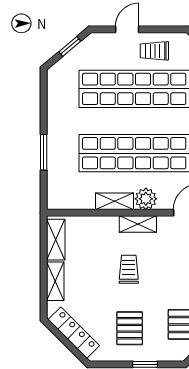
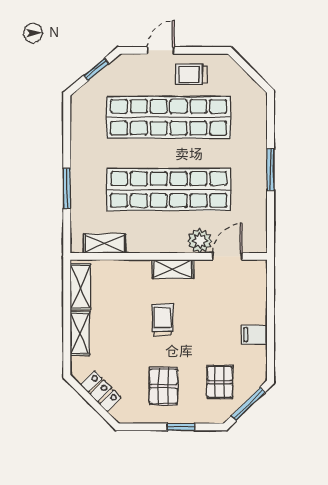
plant: (146, 199) -> (200, 241), moved
shelving: (114, 201) -> (105, 244), moved
locker: (74, 333) -> (101, 391), width x0.66

